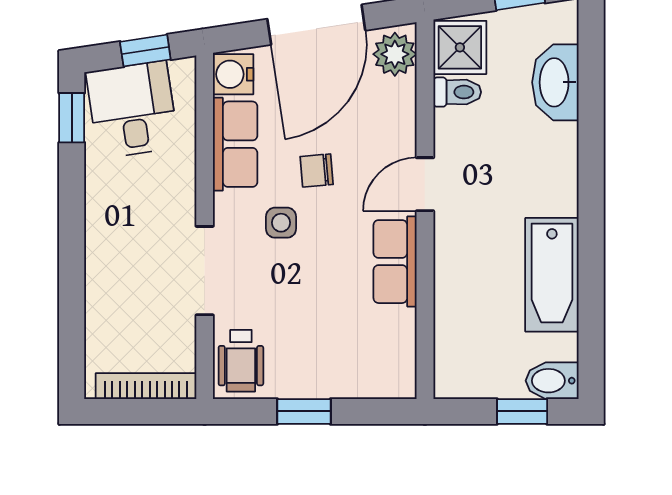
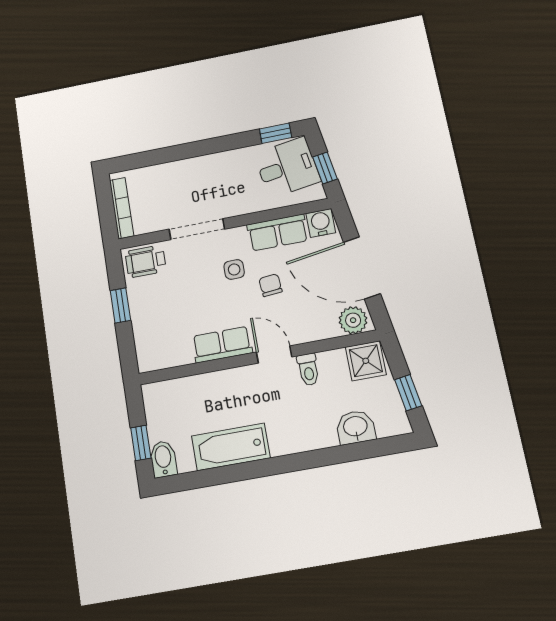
washbasin: (555, 82) -> (355, 427), width x0.72
toilet: (457, 92) -> (308, 369), moved

